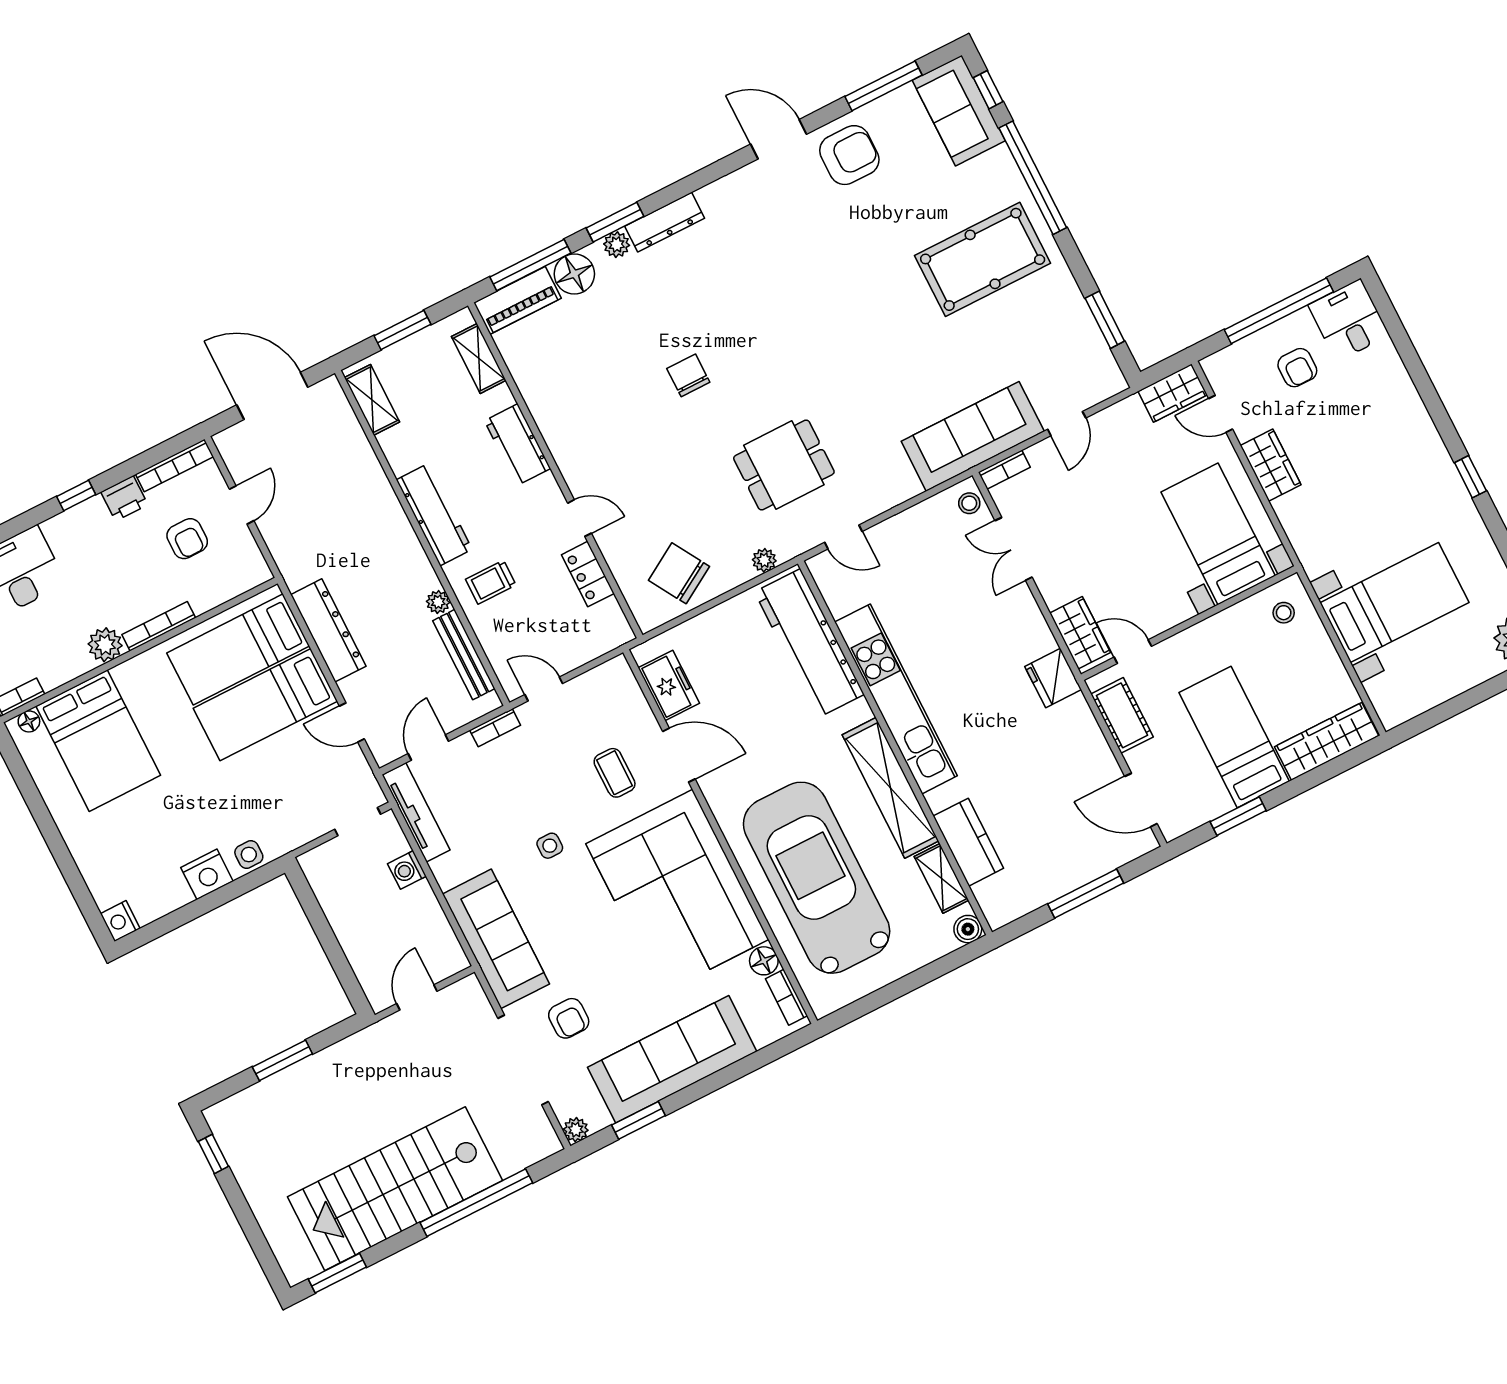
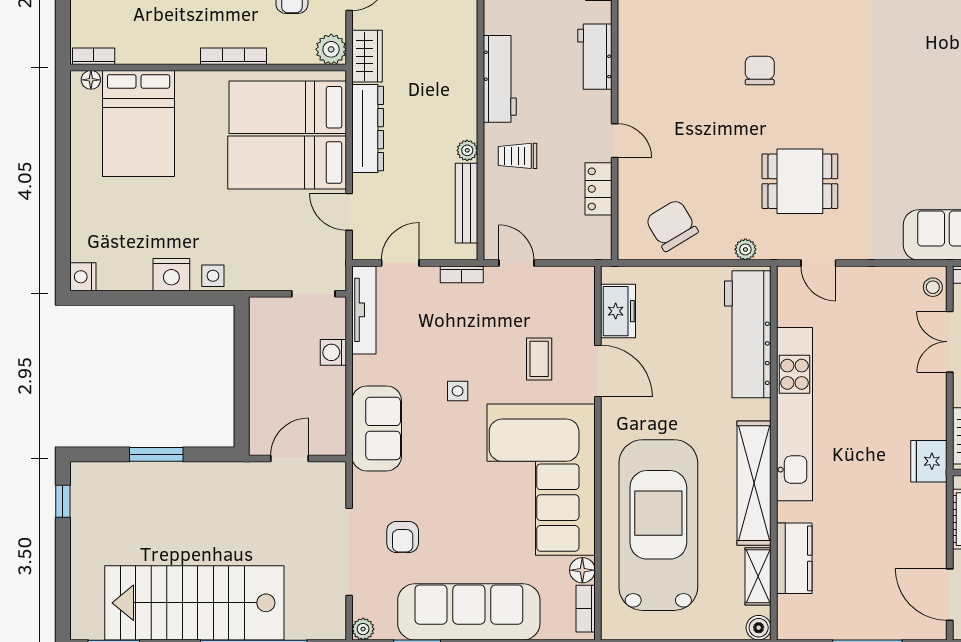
wardrobe: (291, 559) -> (367, 56), added
plant: (105, 645) -> (331, 49), moved
sofa: (496, 939) -> (377, 428), width x0.73

